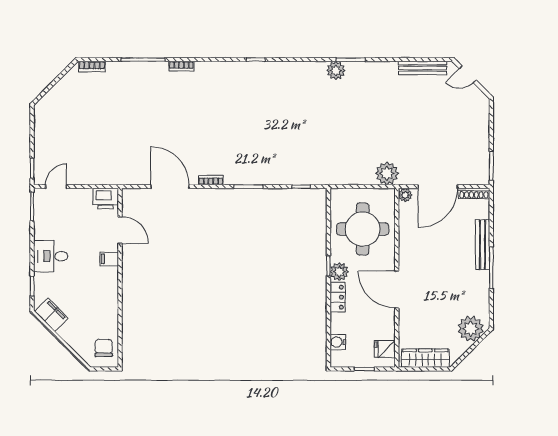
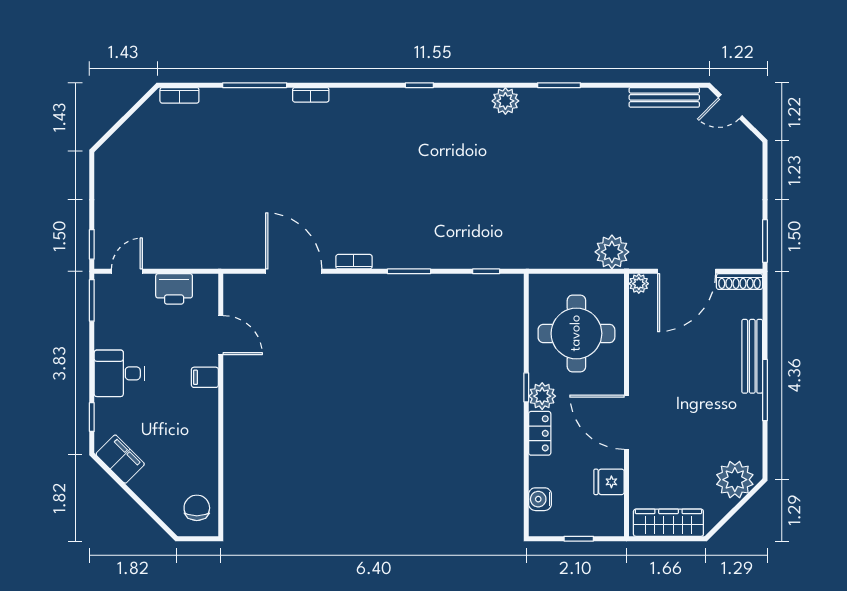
plant: (336, 70) -> (505, 101), moved
printer: (106, 199) -> (174, 289), moved
fridge: (385, 349) -> (609, 482), moved

